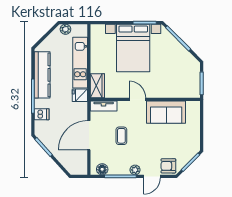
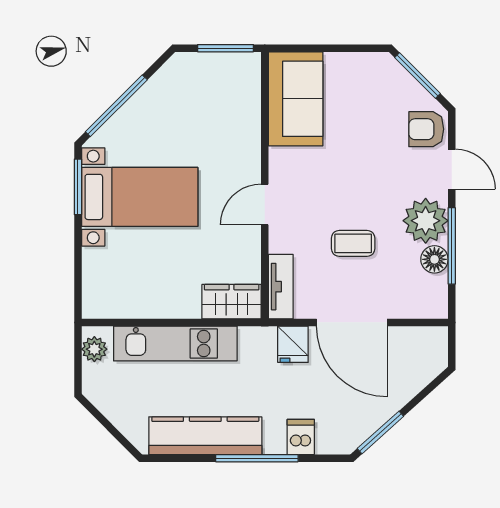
plant: (65, 29) -> (94, 349), moved
bed with nightstands: (133, 48) -> (140, 197), width x0.73
fridge: (80, 95) -> (293, 344), moved
sofa: (166, 112) -> (296, 99), moved
armchair: (168, 166) -> (426, 129), turned 90
floor lamp: (102, 169) -> (434, 259), moved
plant: (135, 170) -> (426, 221), width x1.88, depth x1.88

